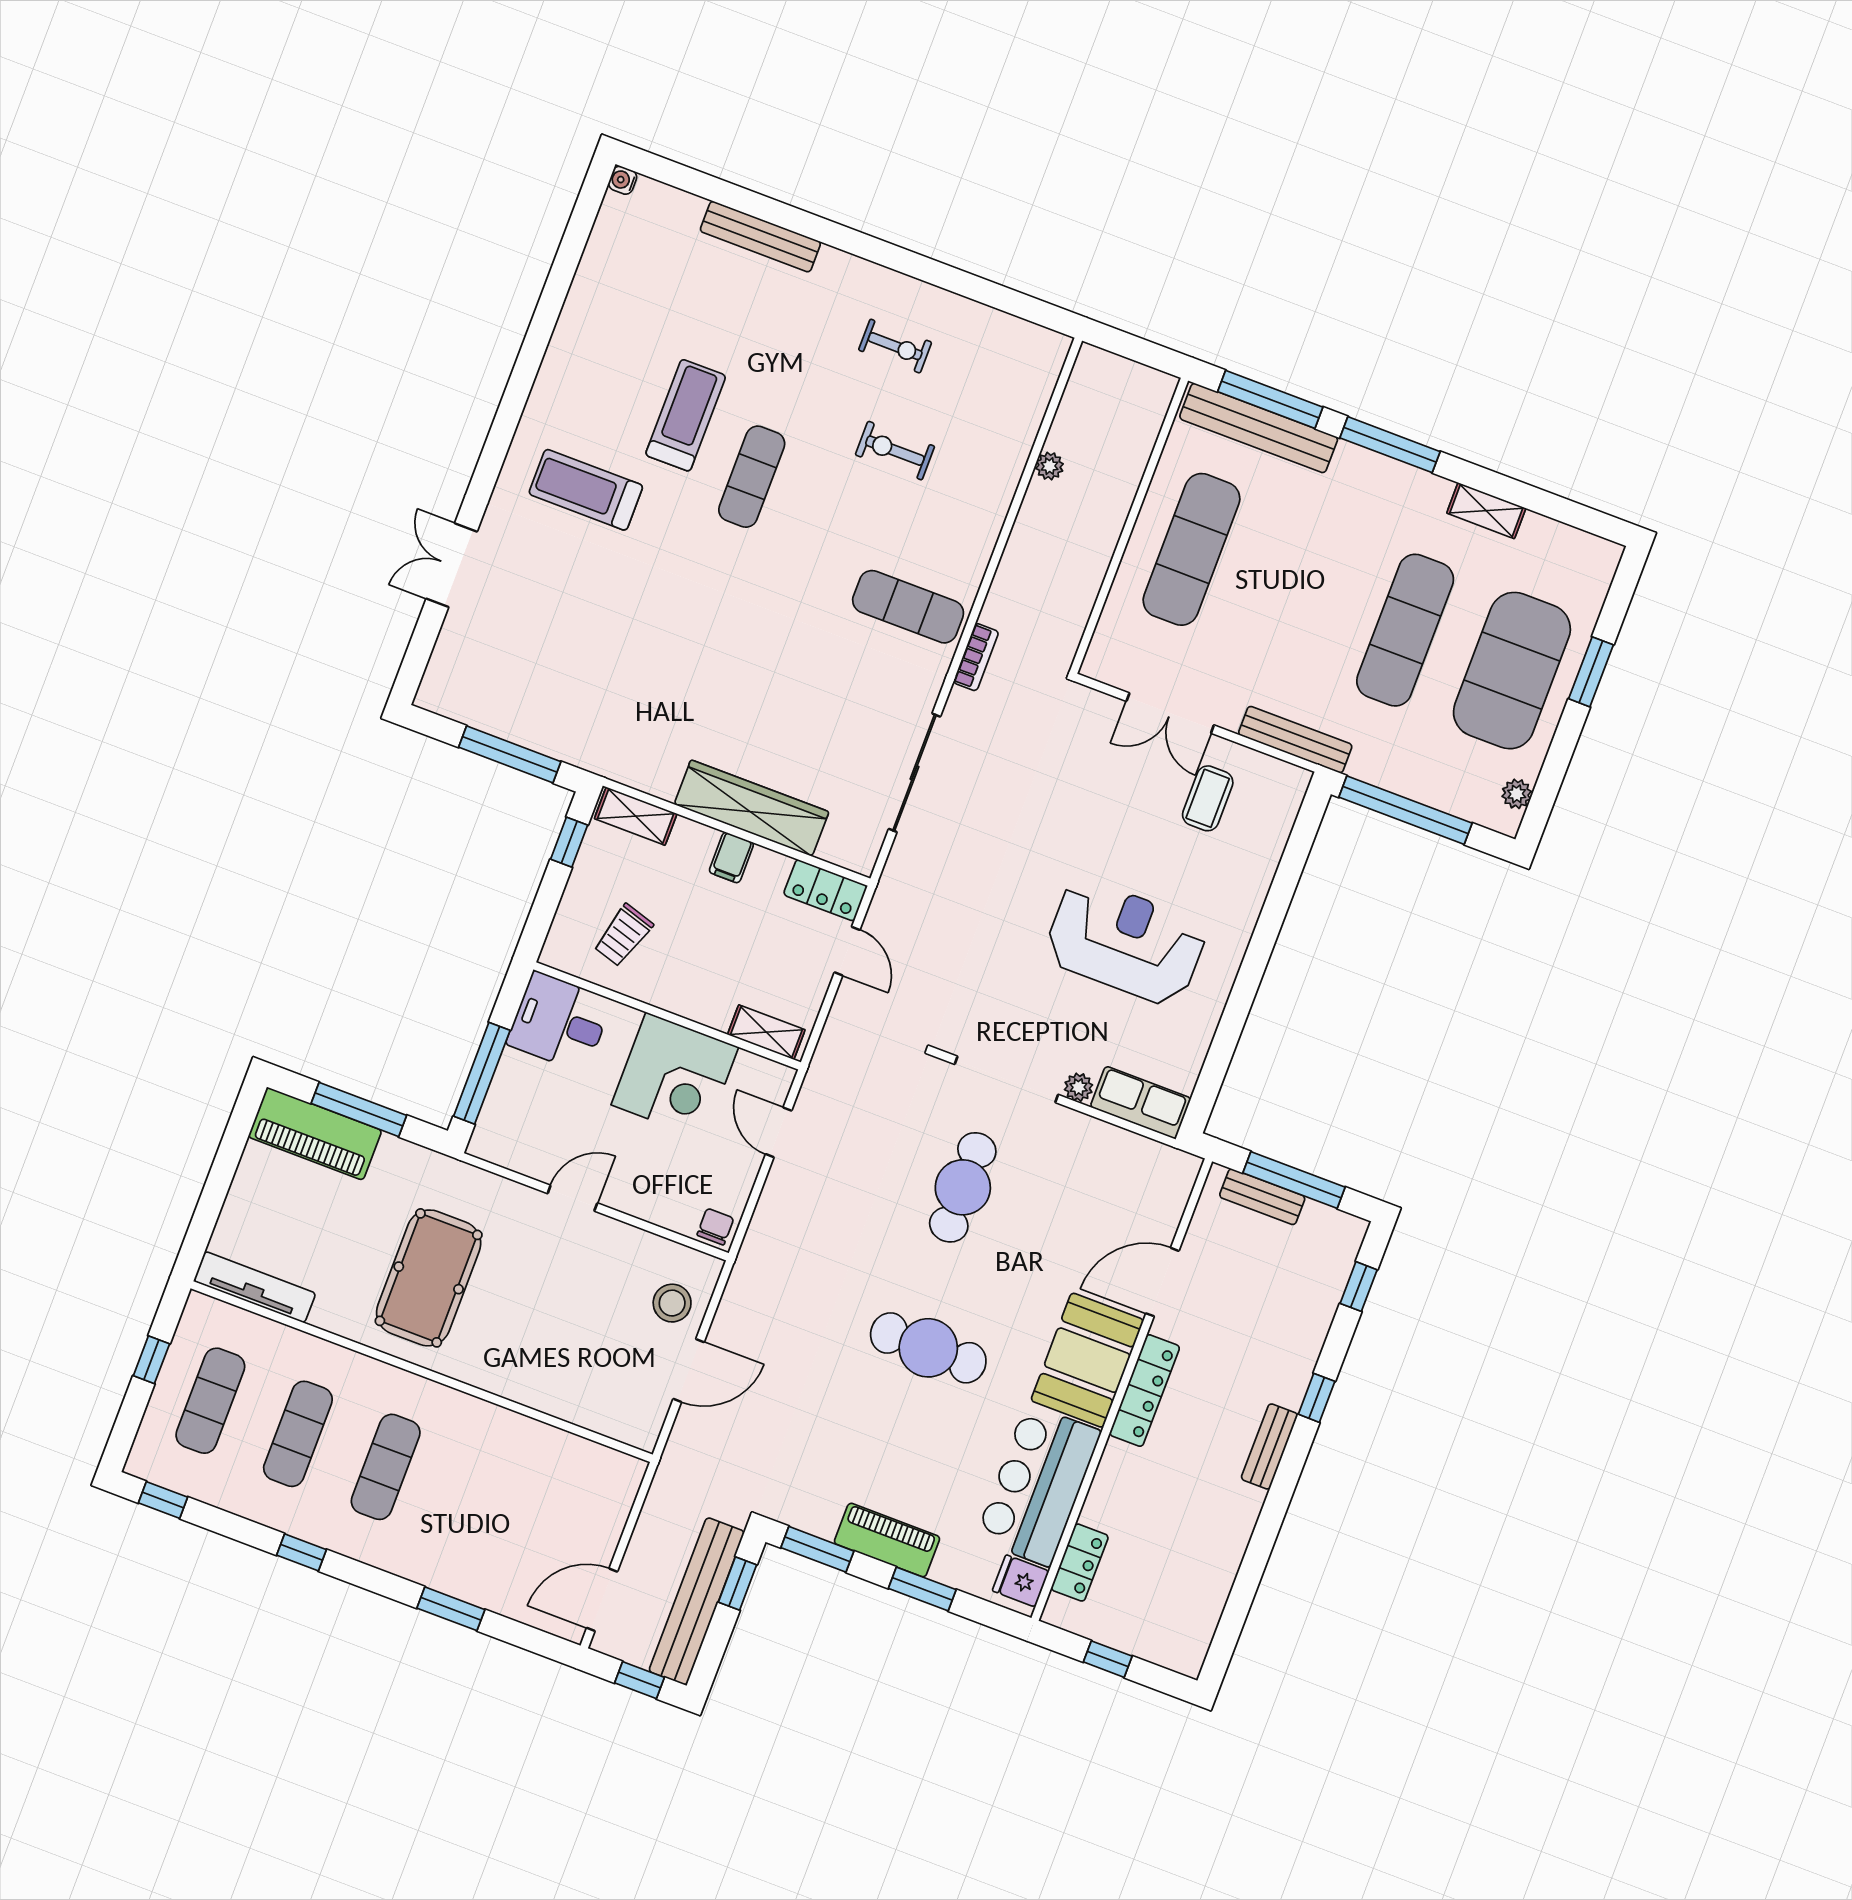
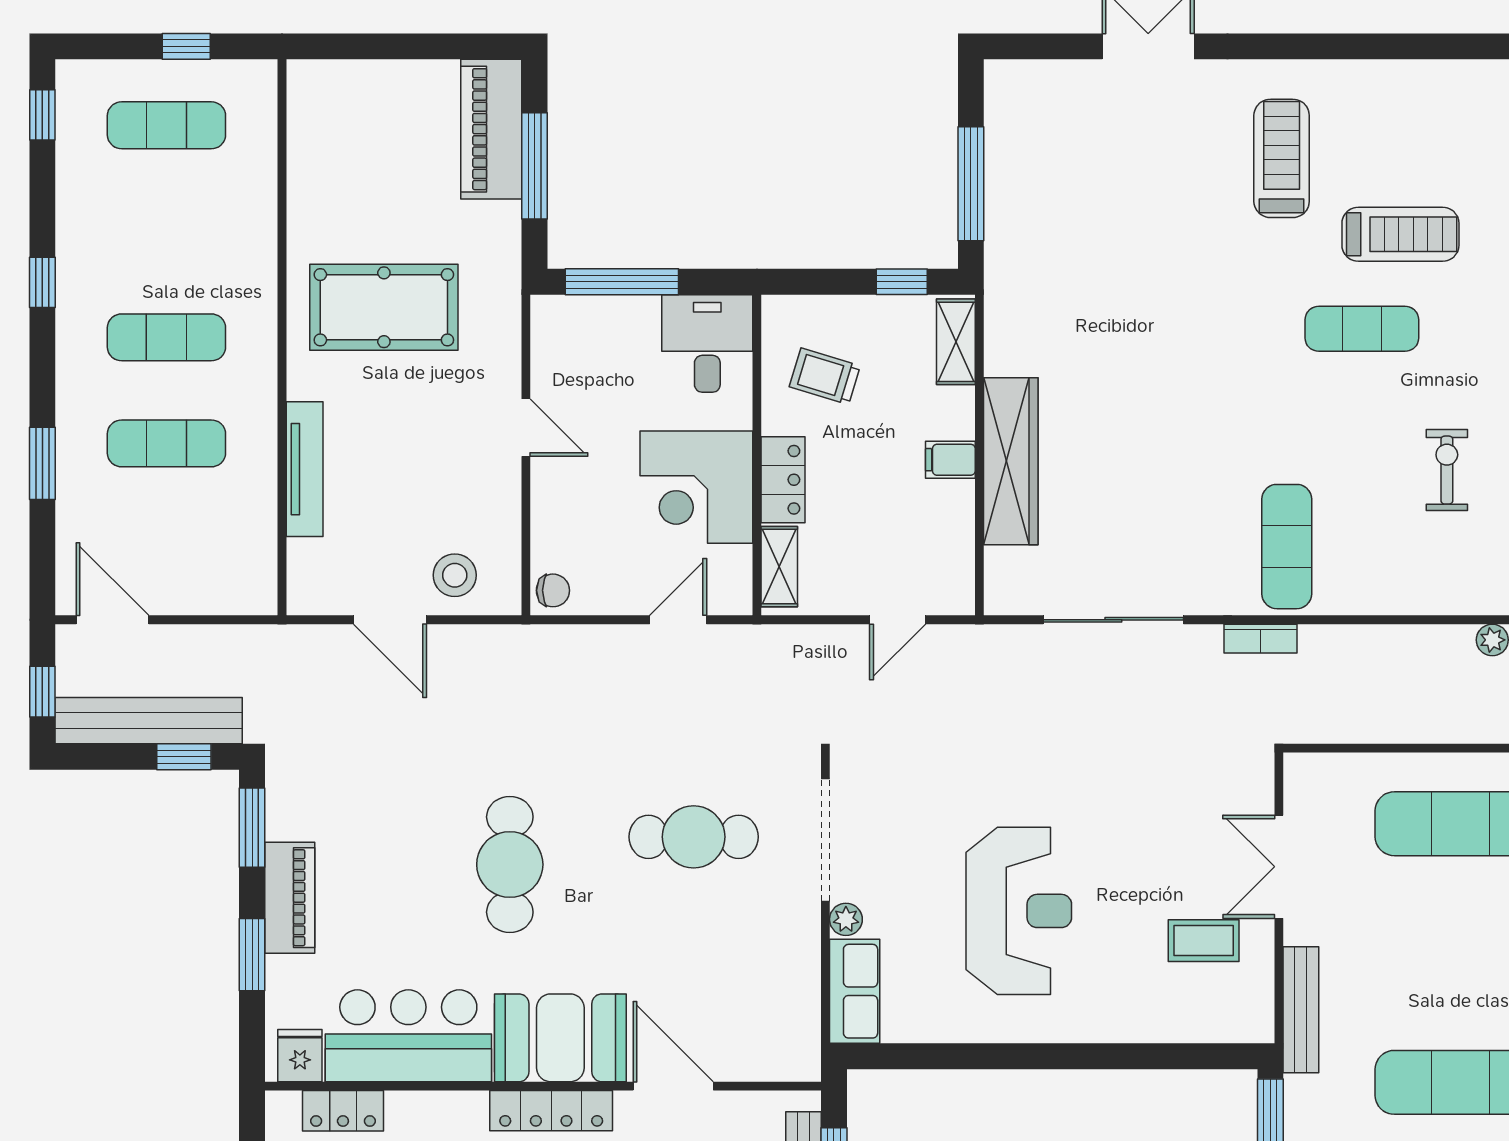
locker: (825, 890) -> (783, 480), moved, turned 180
tv unit: (255, 1287) -> (305, 469), moved
exercise mat: (298, 1434) -> (166, 443), moved

